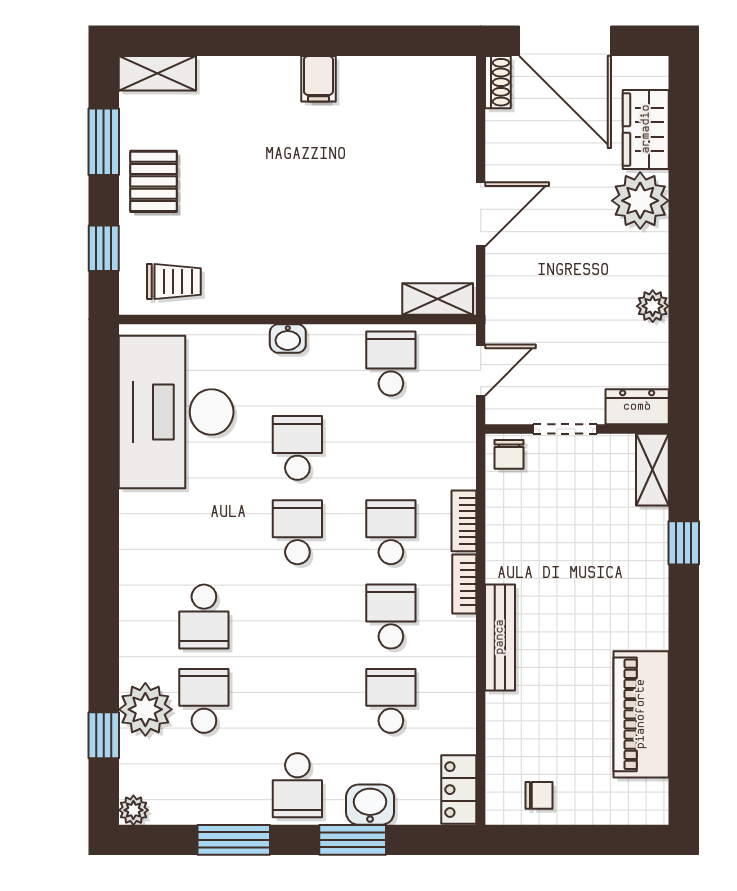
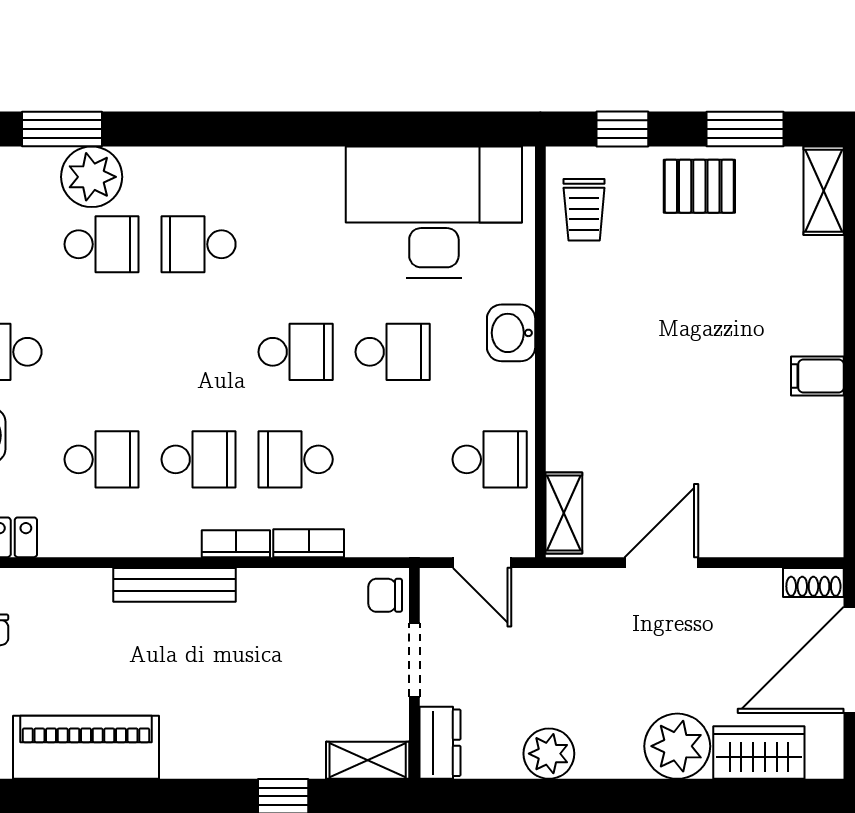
door: (481, 214) -> (661, 563), swing flipped
plant: (653, 306) -> (549, 754), width x1.38, depth x1.38
washbasin: (288, 338) -> (511, 333), width x1.38, depth x1.45
school desk: (391, 532) -> (296, 459), turned 180
window: (104, 735) -> (62, 129), width x1.50

